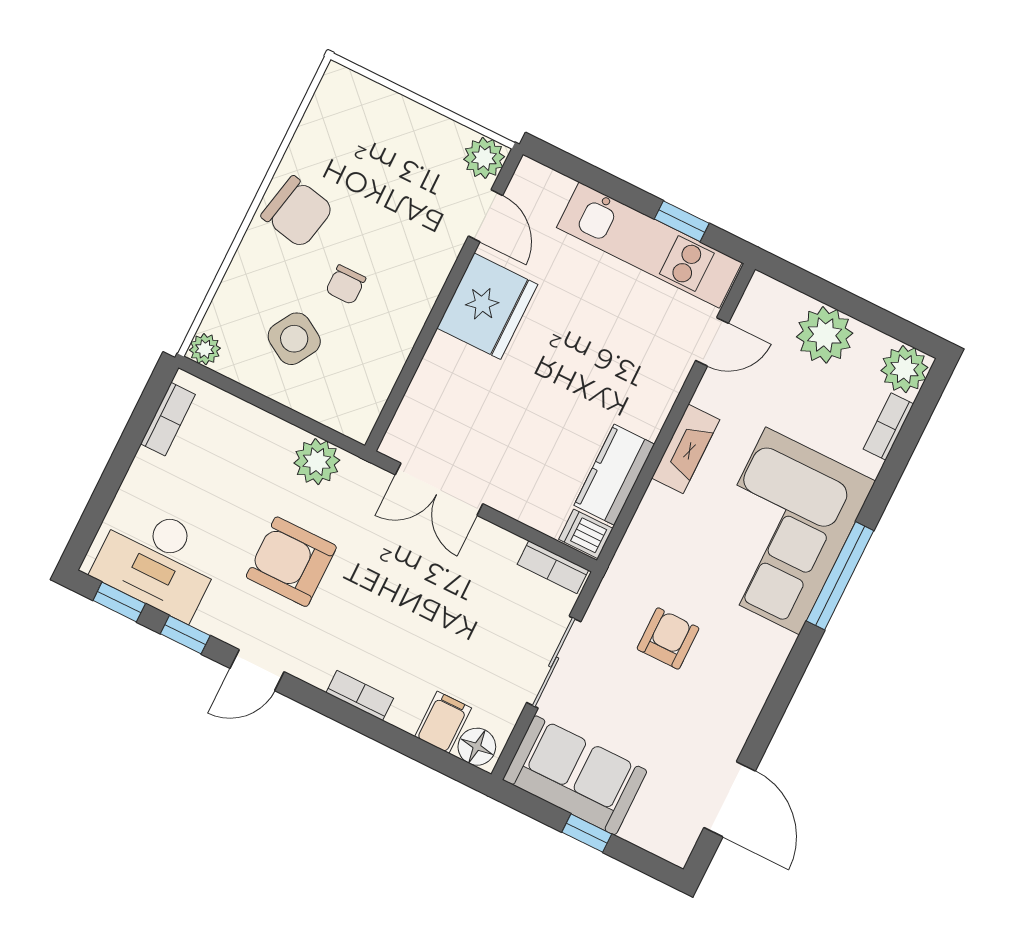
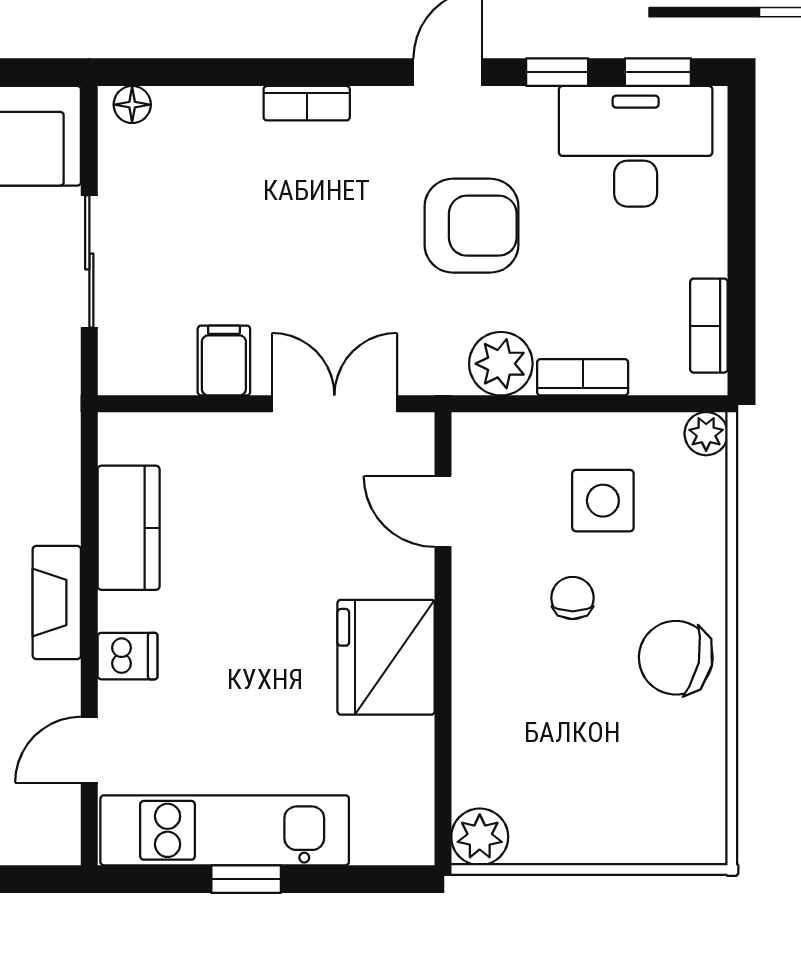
door: (486, 216) -> (443, 511), moved
window: (682, 221) -> (246, 879), moved
side table: (294, 339) -> (603, 501), turned -31
dishwasher: (586, 534) -> (128, 656), moved
bookcase: (553, 567) -> (583, 377), moved
filing cabinet: (443, 722) -> (224, 361), moved, turned 180
floor lamp: (477, 747) -> (132, 105), width x0.73, depth x0.73

